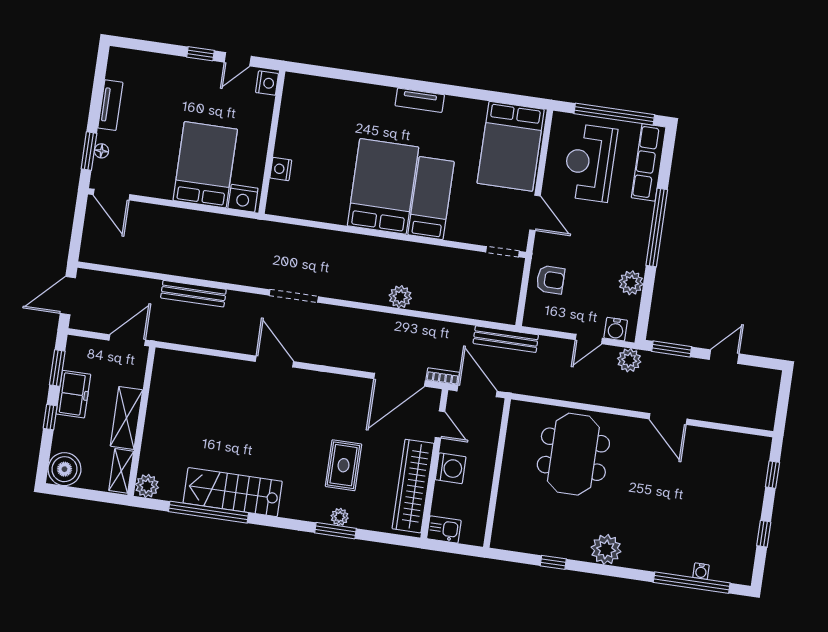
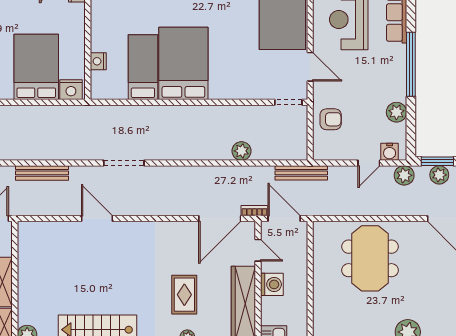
bed: (431, 198) -> (143, 67), moved
plant: (400, 297) -> (241, 151), moved
door: (274, 362) -> (97, 219), moved
plant: (672, 366) -> (439, 175), added

